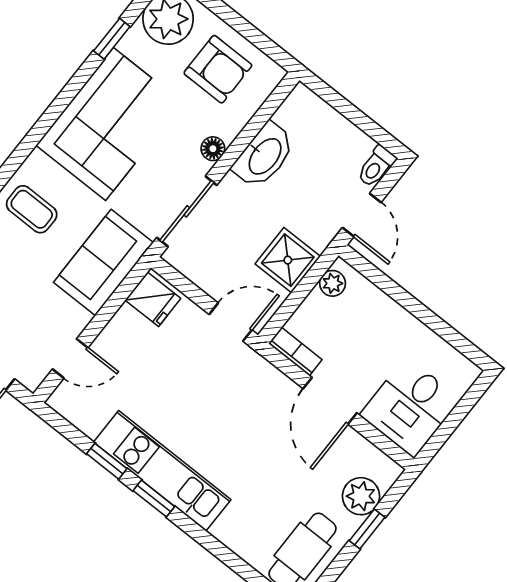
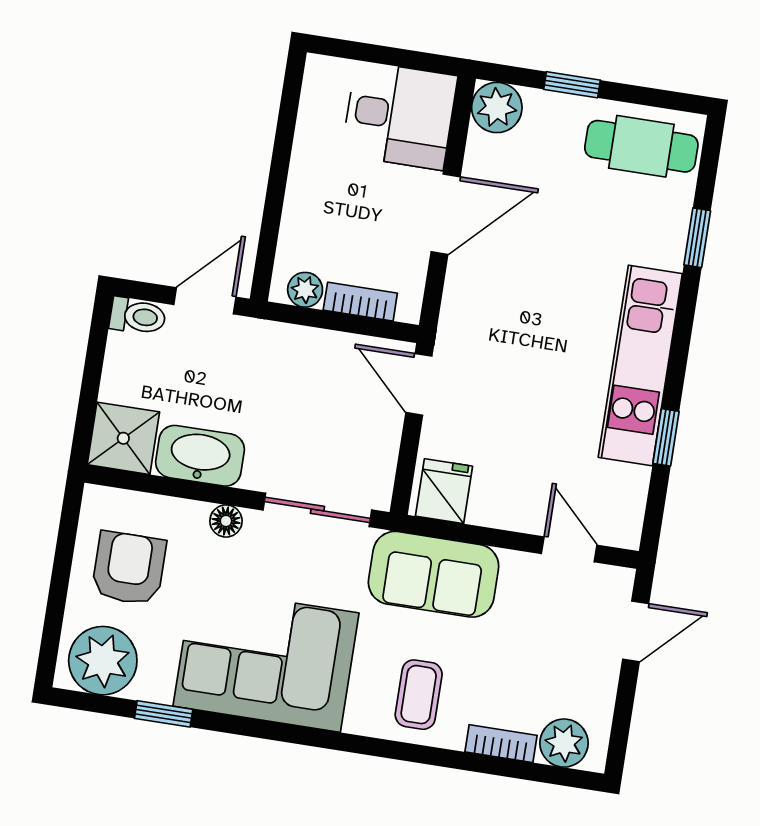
shower: (288, 260) -> (123, 438), moved
bookcase: (295, 352) -> (360, 302), moved, turned 90
plant: (361, 496) -> (497, 107), moved
window: (154, 499) -> (697, 238), moved

